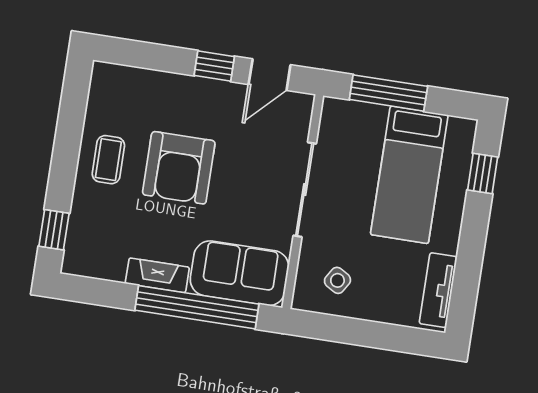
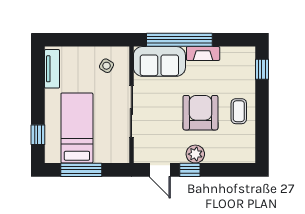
door: (270, 75) -> (160, 170), swing flipped
plant: (200, 93) -> (195, 154), added
window: (388, 93) -> (81, 170), moved

